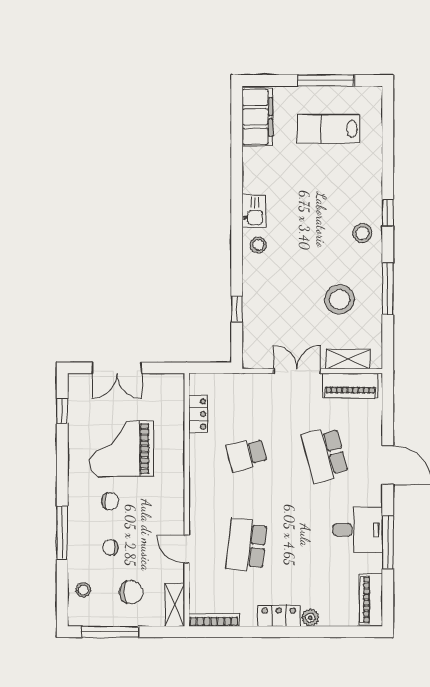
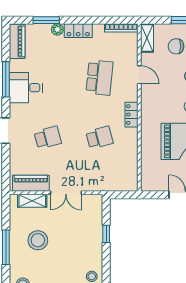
locker: (198, 414) -> (131, 115), moved
school desk: (325, 455) -> (48, 138), width x0.54
window: (327, 632) -> (46, 20), added

